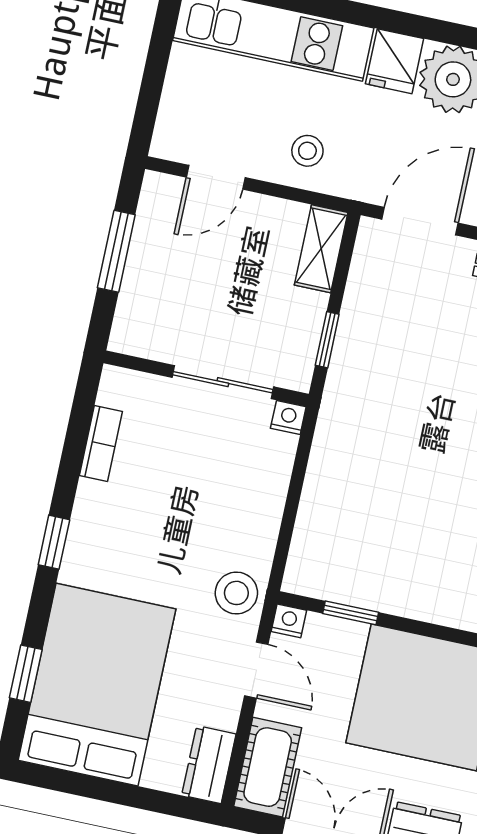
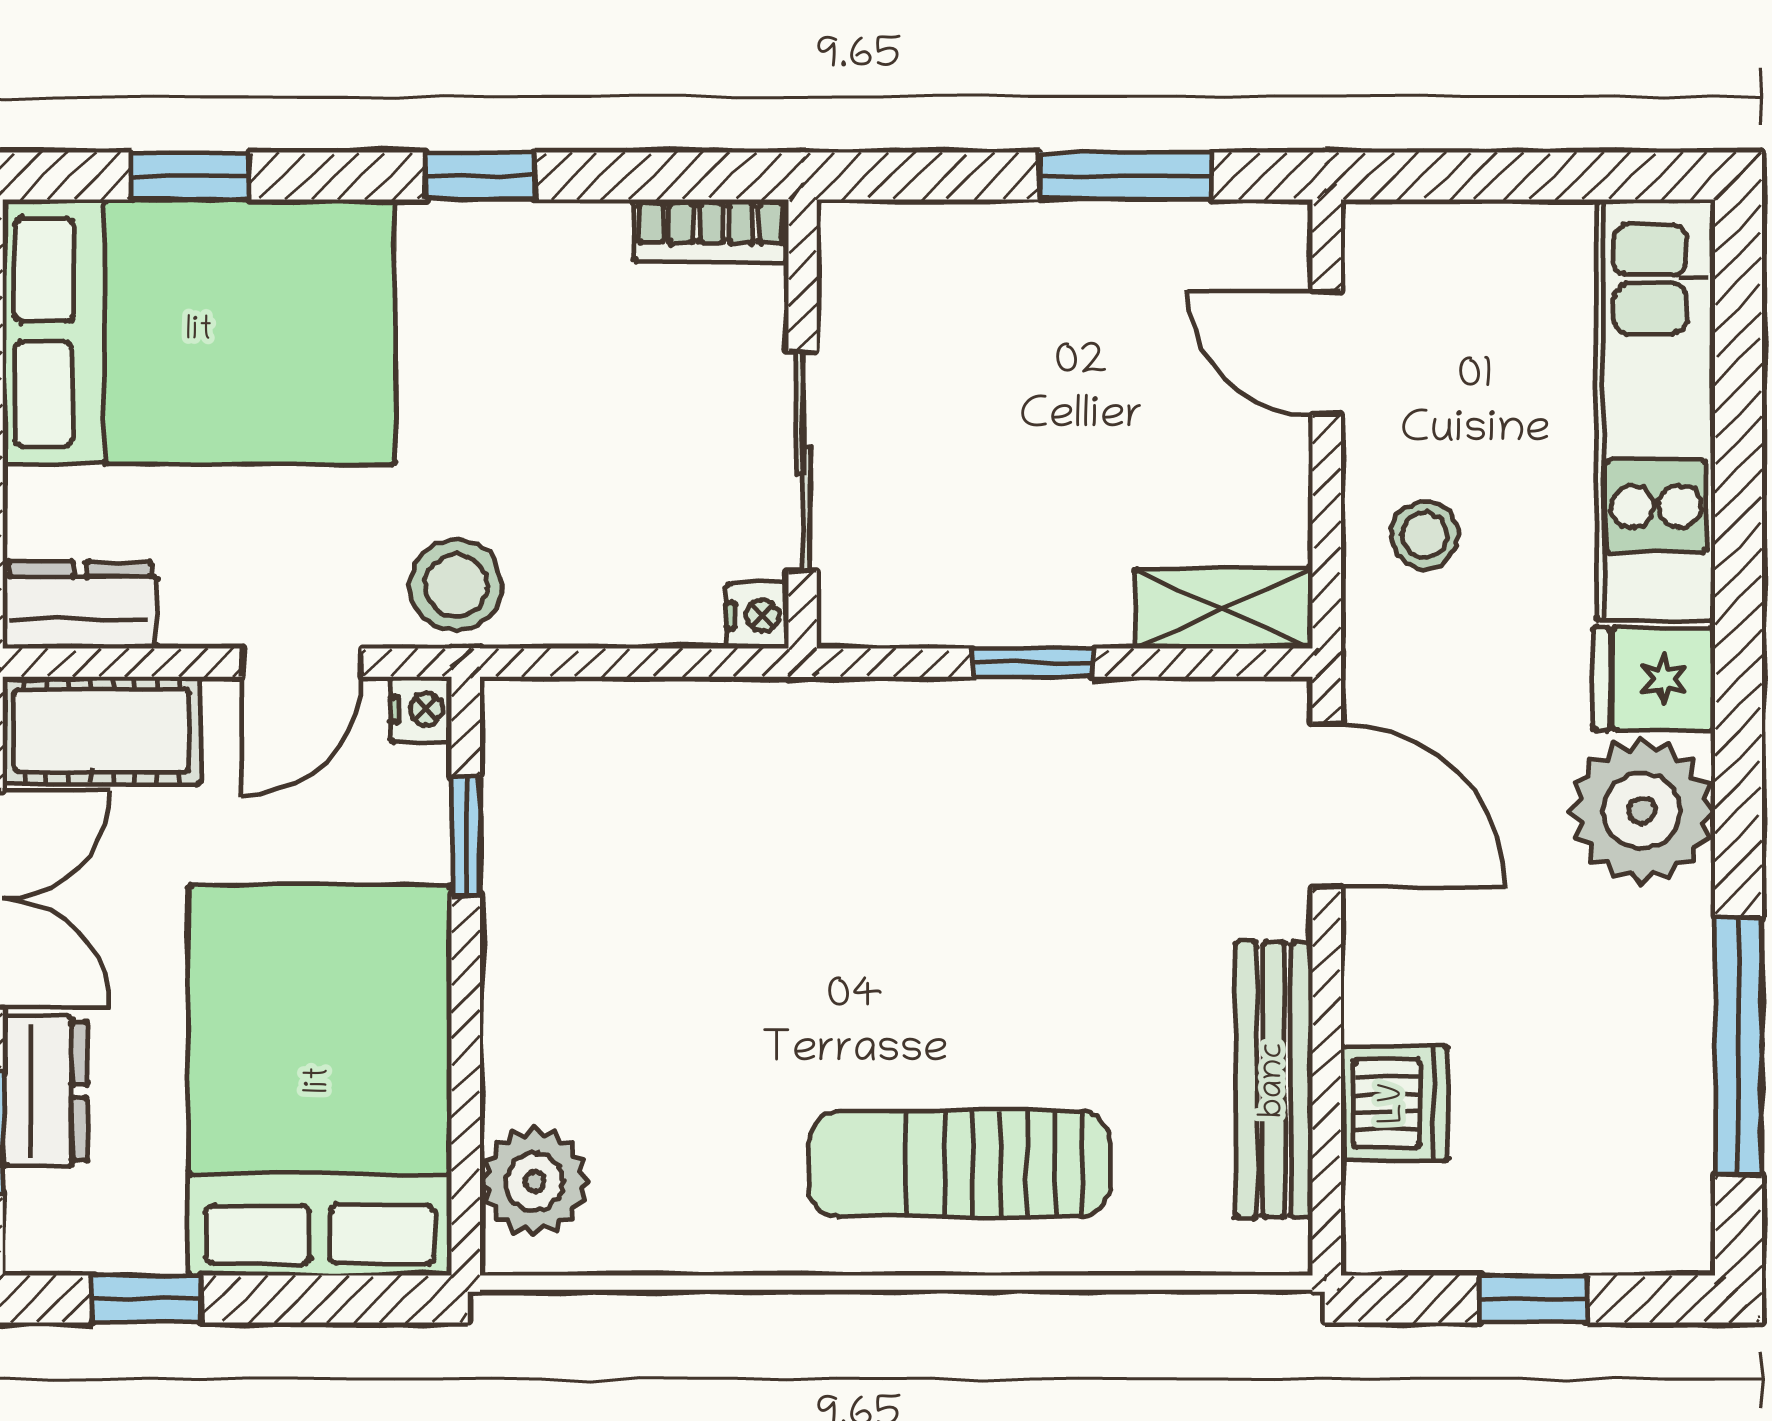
wall: (206, 379) -> (803, 424), moved
sliding door: (223, 382) -> (803, 461), moved
nightstand: (288, 418) -> (758, 616), moved

